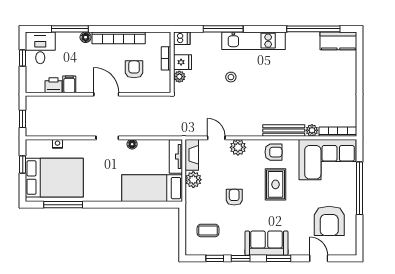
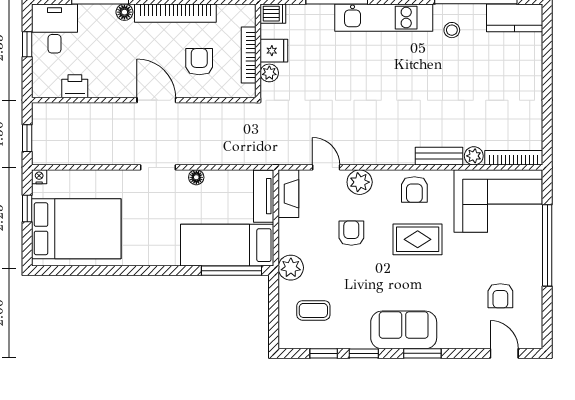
bookcase: (166, 58) -> (249, 55), width x1.56
stool: (231, 77) -> (452, 30), moved
filing cabinet: (69, 84) -> (99, 85), removed
bench: (284, 131) -> (439, 156), width x0.73
nightstand: (57, 144) -> (39, 177), moved
armchair: (273, 152) -> (414, 190), turned 90
plant: (193, 180) -> (291, 268), moved
rug: (276, 184) -> (418, 239), turned 90
armchair: (234, 197) -> (351, 233), moved
window: (63, 205) -> (231, 271), moved
armchair: (329, 221) -> (500, 296), width x0.53, depth x0.53
door: (319, 258) -> (504, 353), moved

